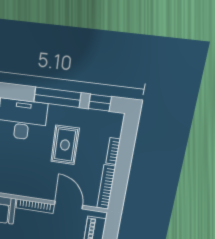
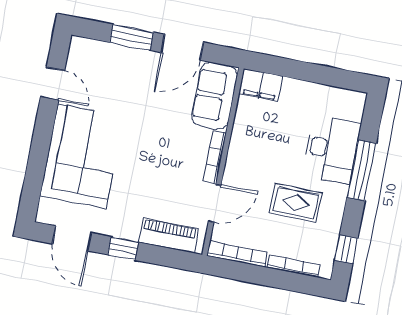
window: (57, 97) -> (362, 171), moved
bookcase: (113, 151) -> (294, 266), width x1.56

